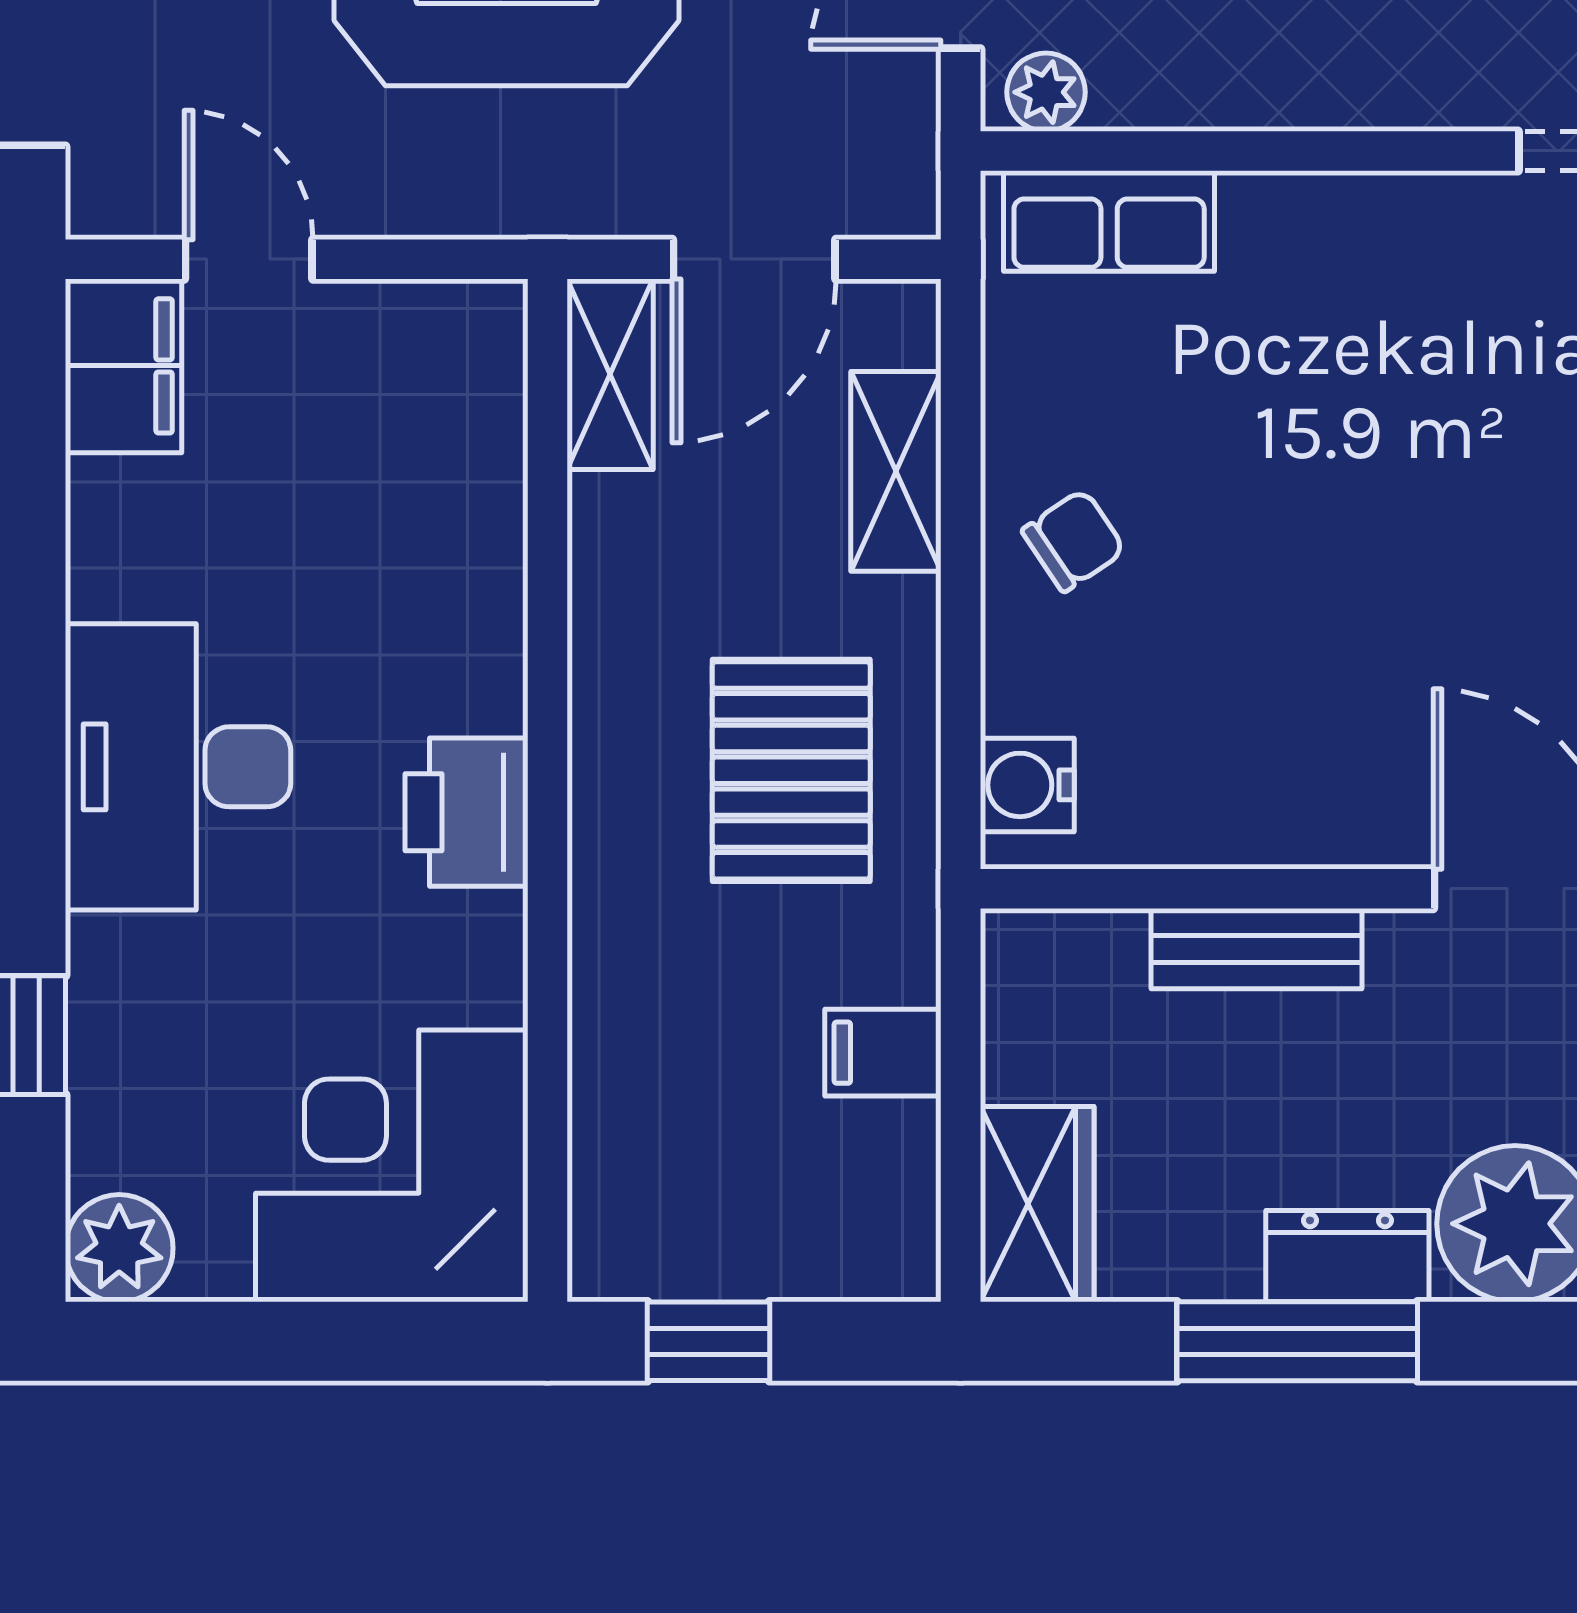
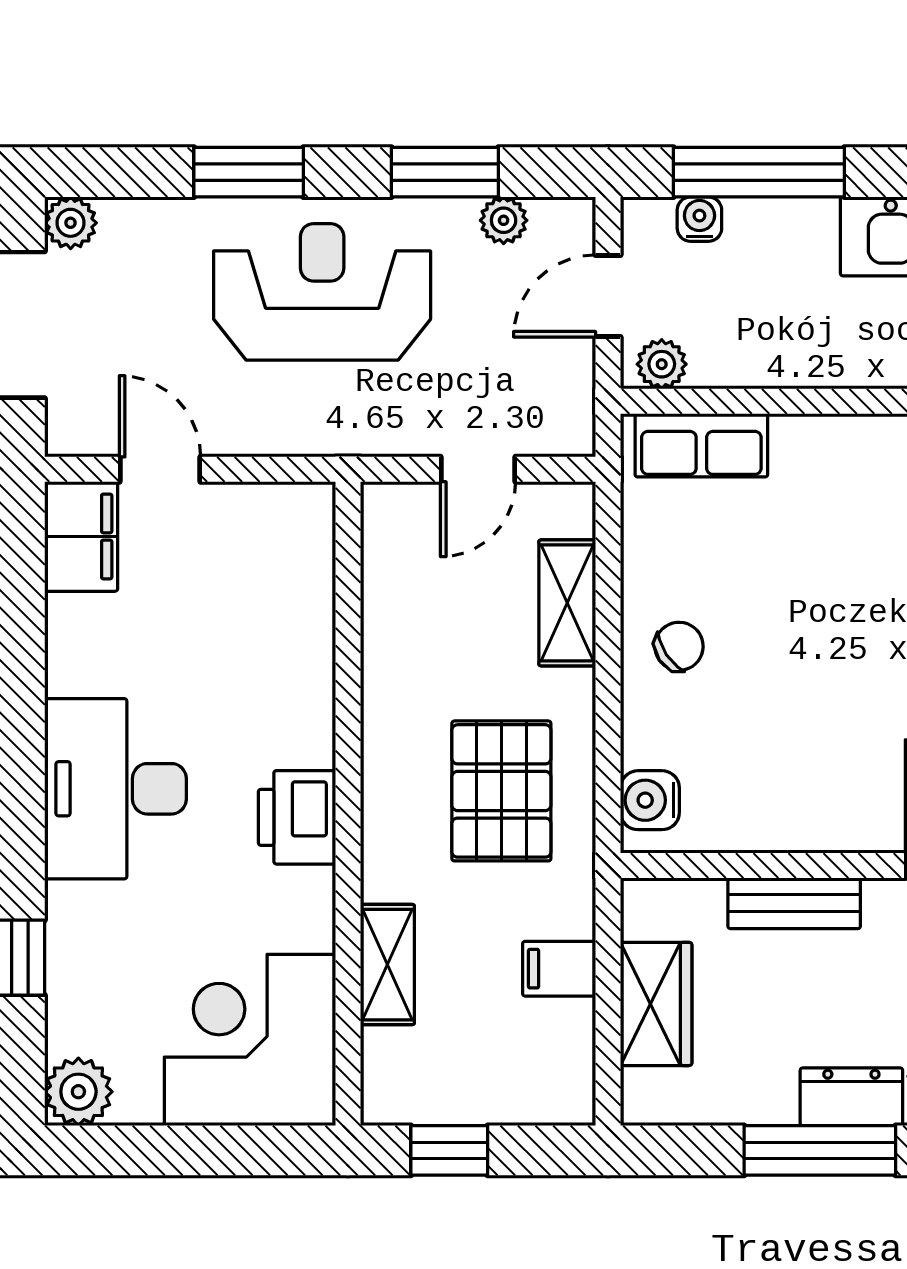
door: (754, 259) -> (478, 469), width x0.73
shelving: (610, 374) -> (387, 965), moved
wardrobe: (1037, 1204) -> (656, 1004), moved

